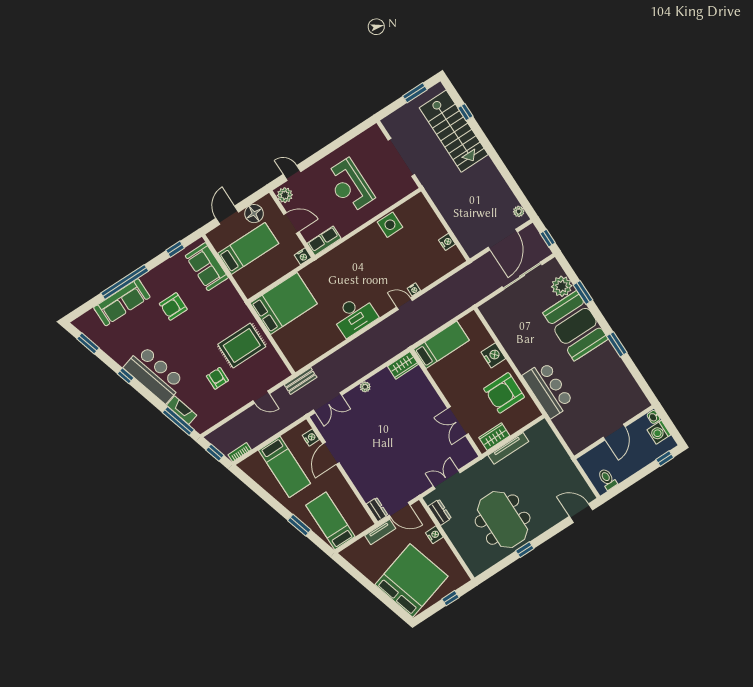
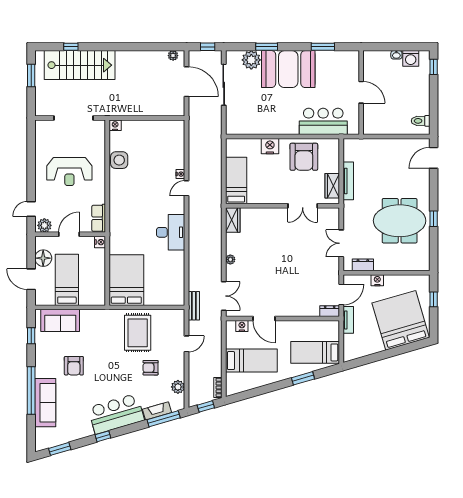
nightstand: (447, 242) -> (115, 125), moved
plant: (216, 415) -> (178, 387), added
door: (614, 432) -> (361, 92), moved
wall: (614, 432) -> (361, 93), moved

